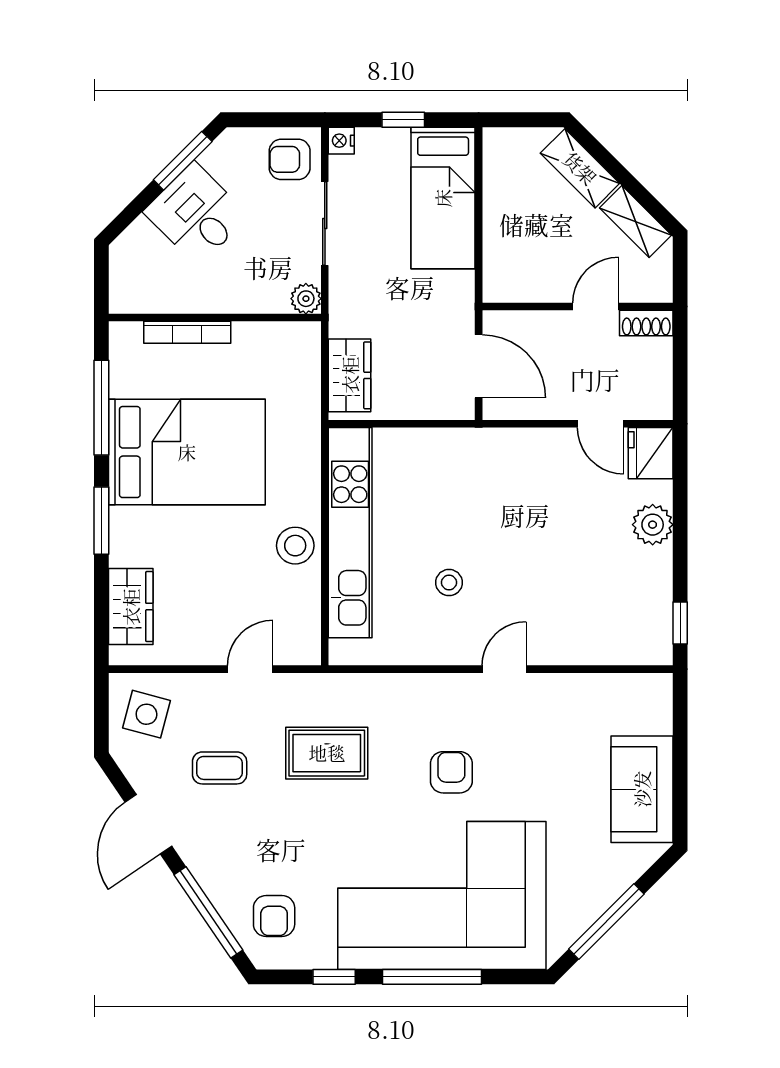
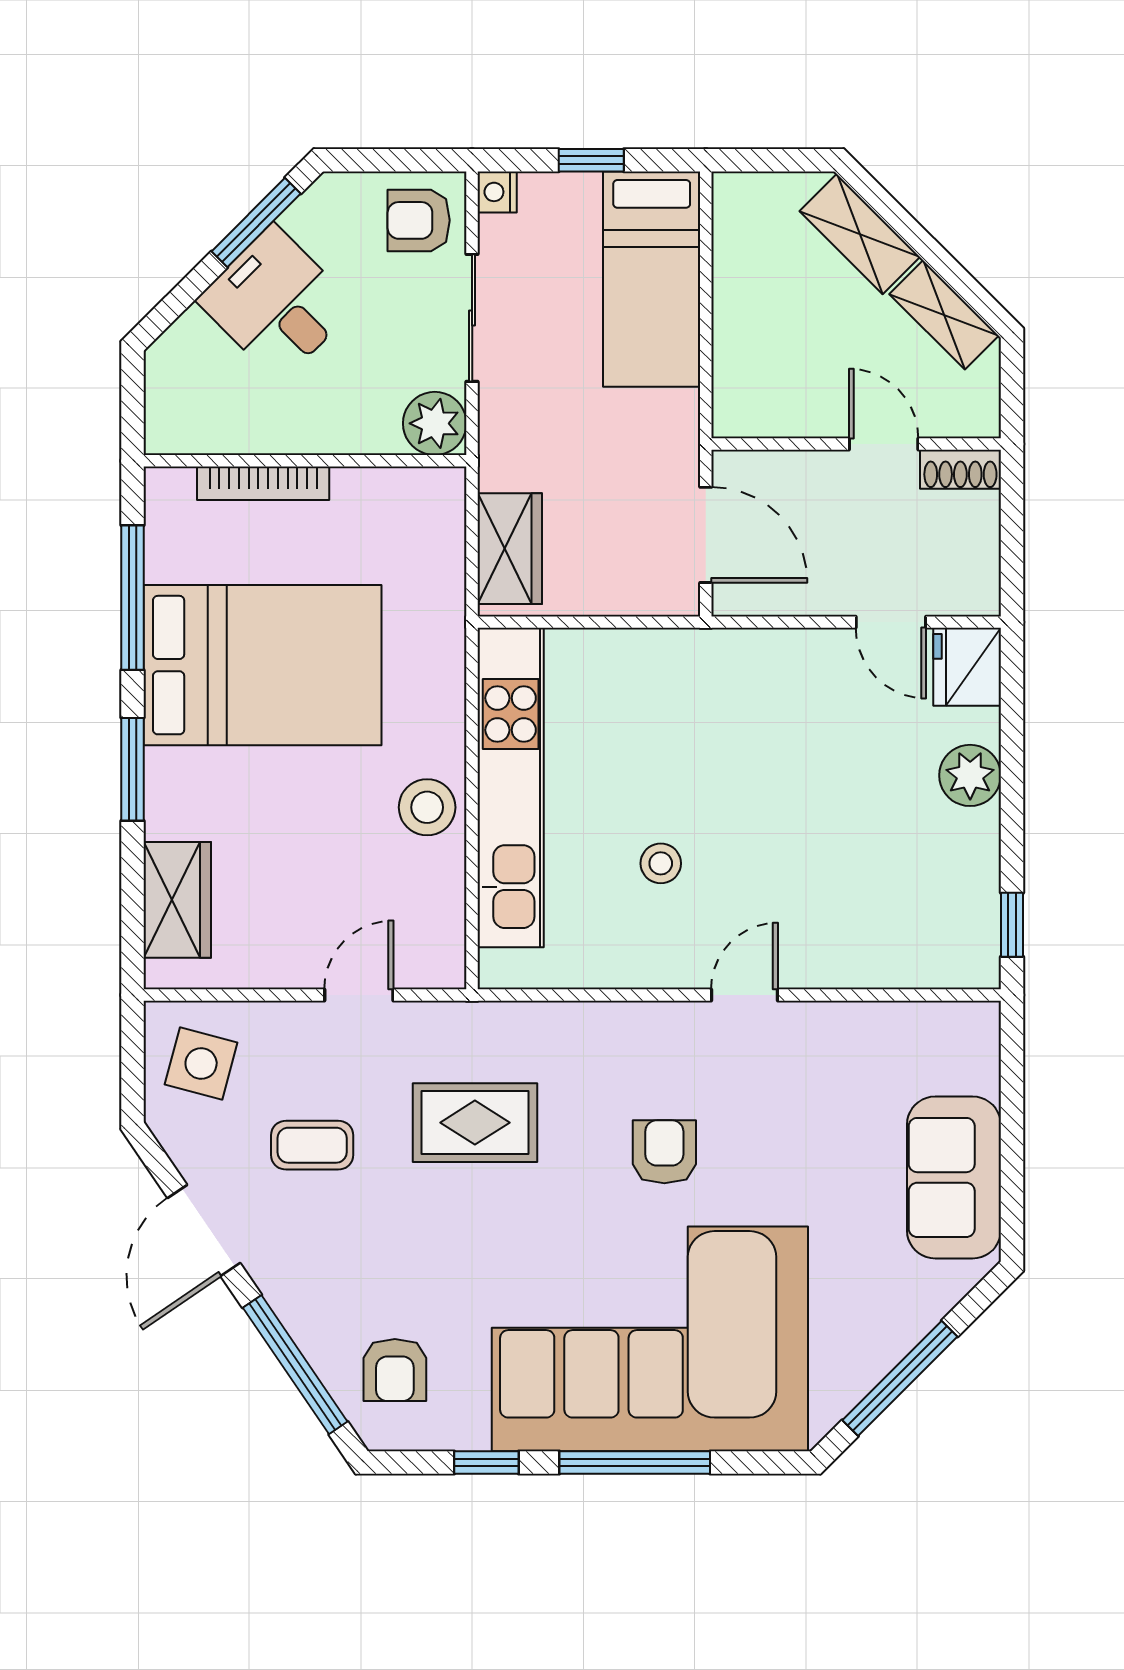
plant: (306, 299) -> (435, 423), width x1.38, depth x1.38
door: (596, 307) -> (884, 444), hinge flipped

